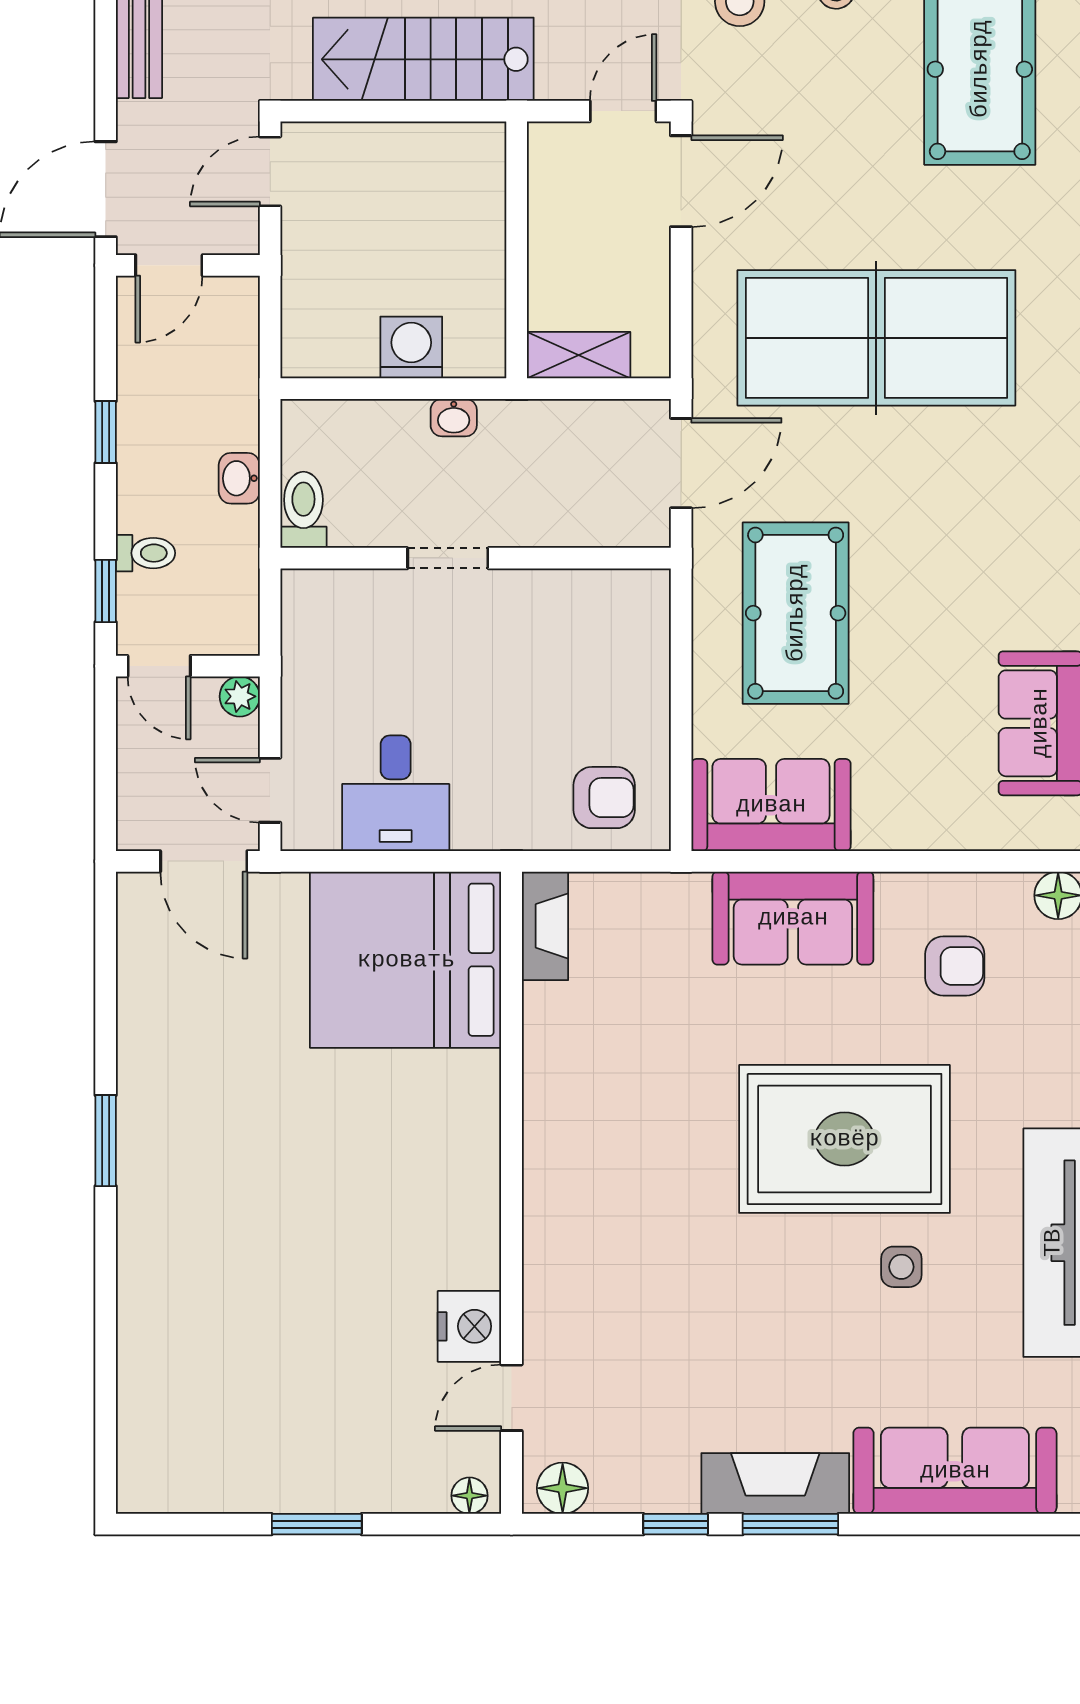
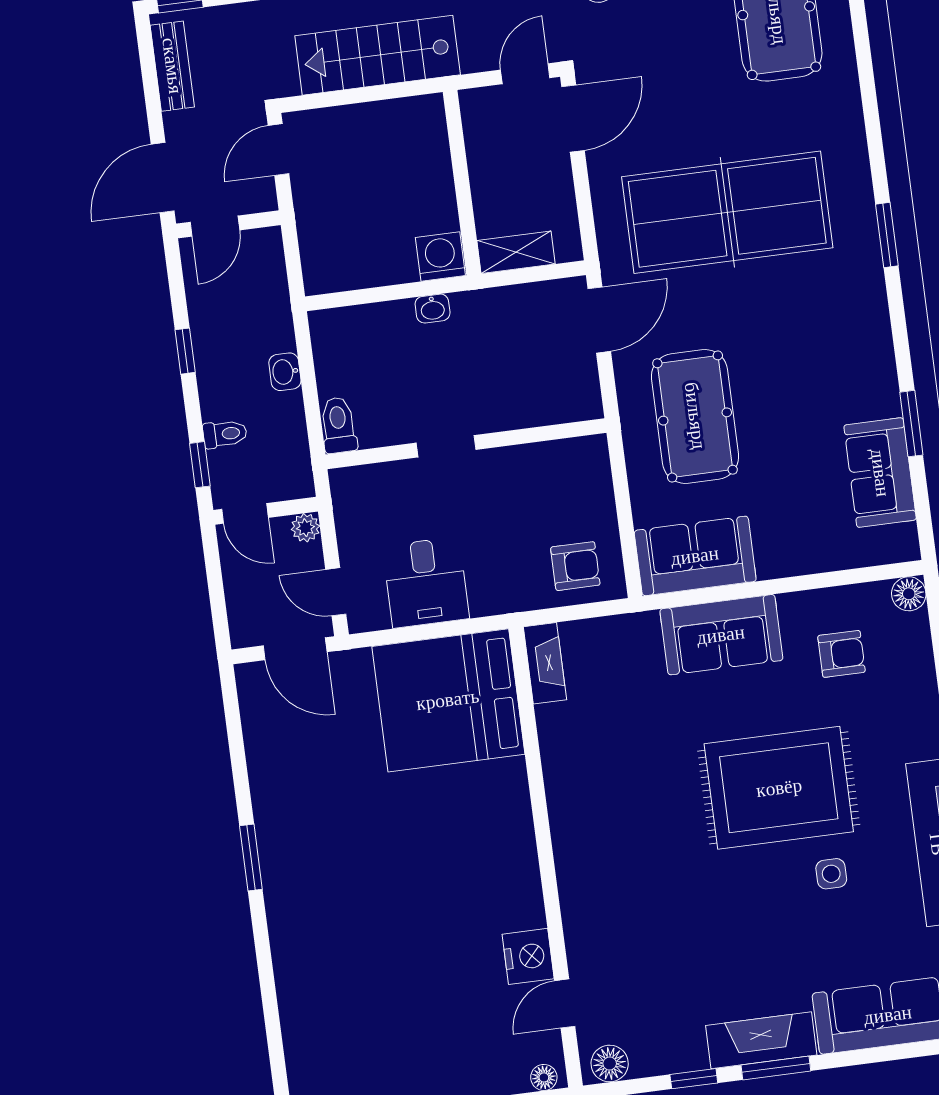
washing machine: (411, 347) -> (440, 257), moved
toilet: (303, 510) -> (338, 425), moved
doorway: (448, 558) -> (446, 446), moved
wall: (476, 558) -> (466, 444), moved

